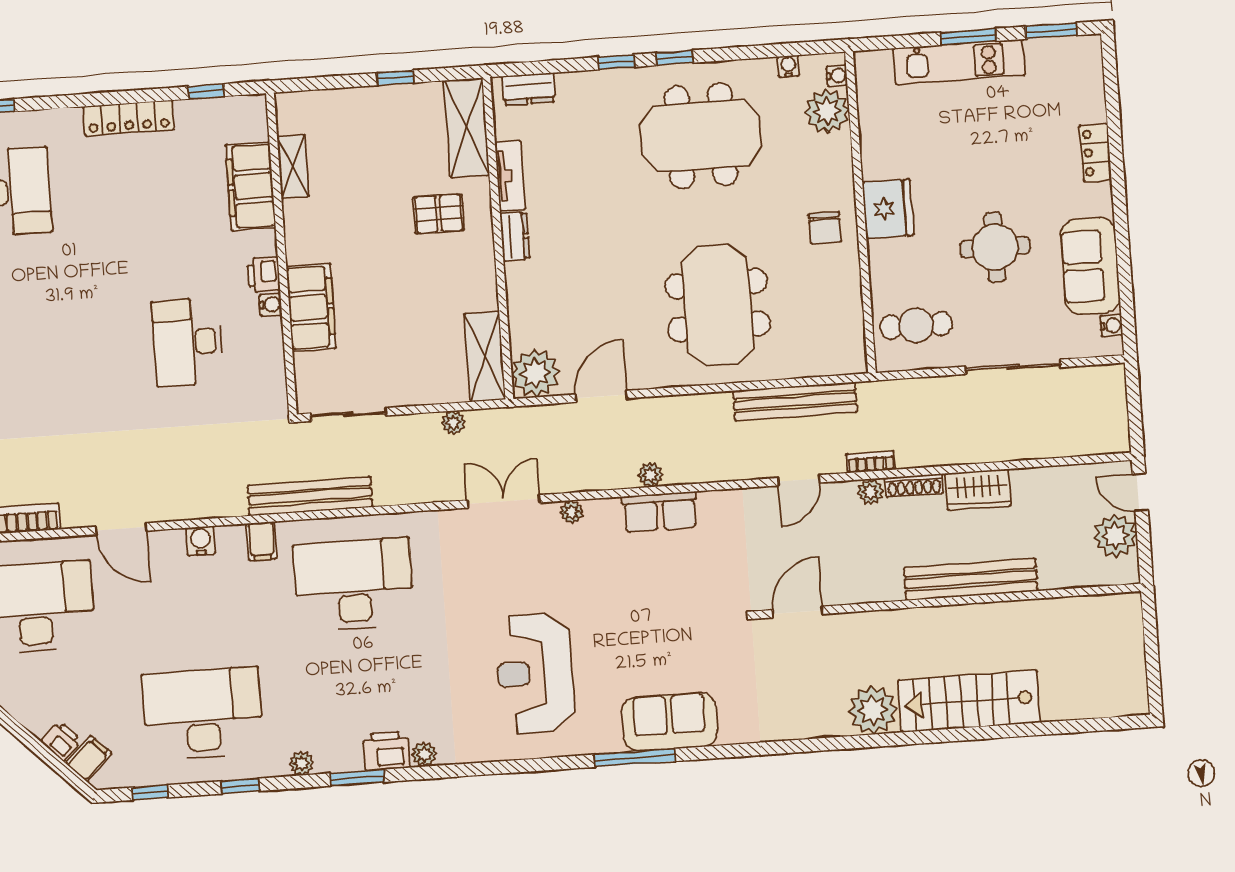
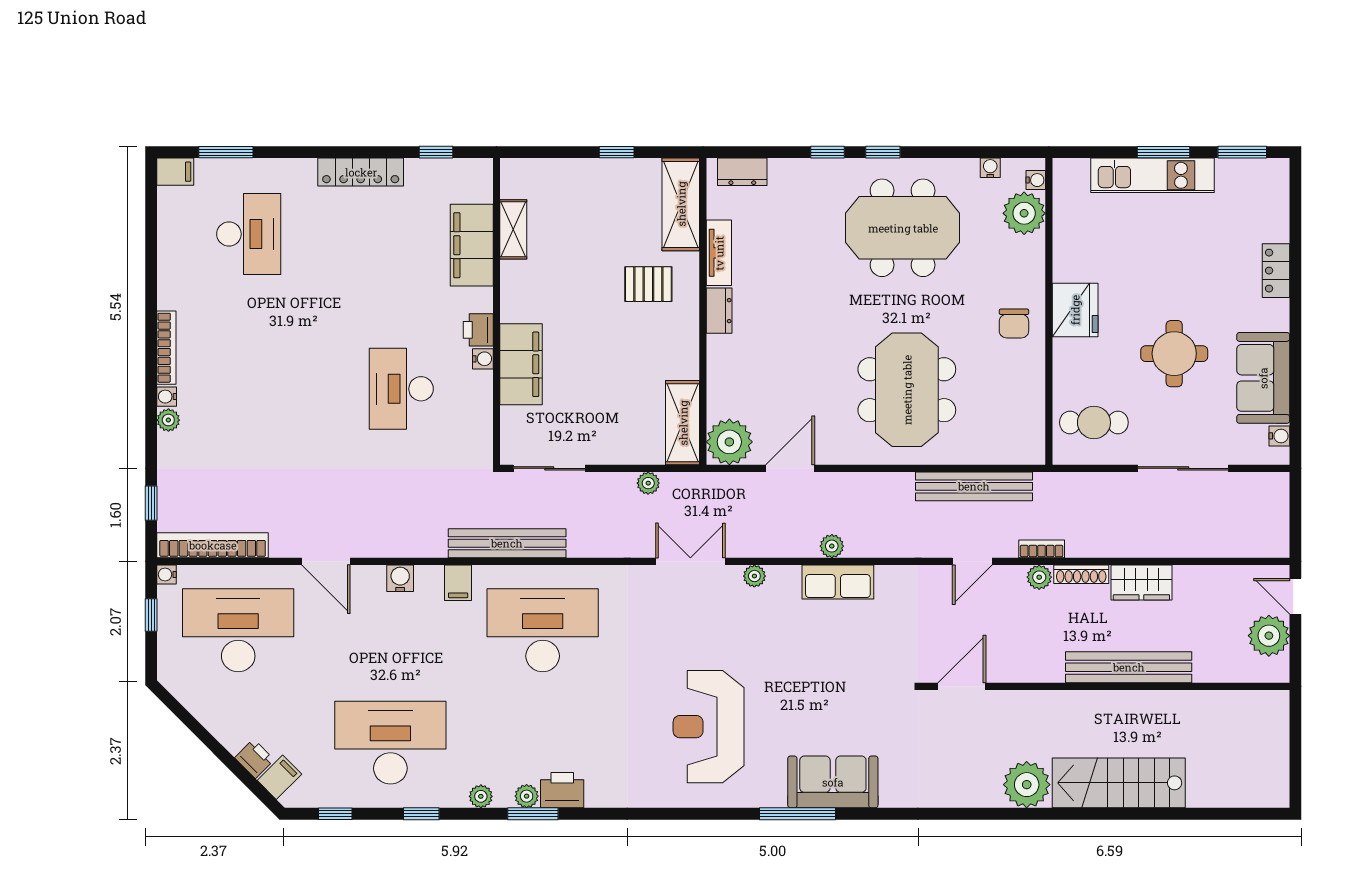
plant: (424, 754) -> (527, 796), moved

